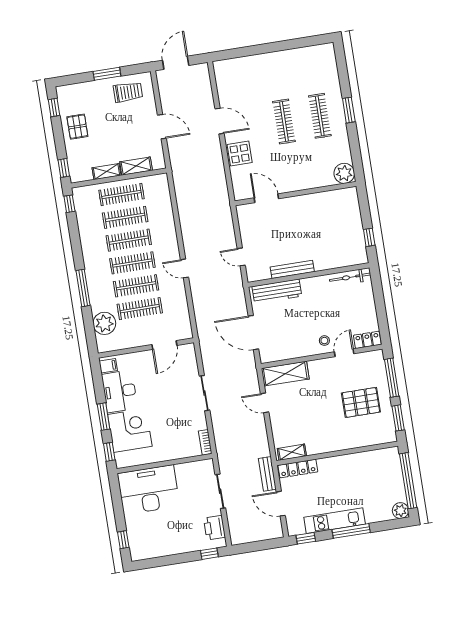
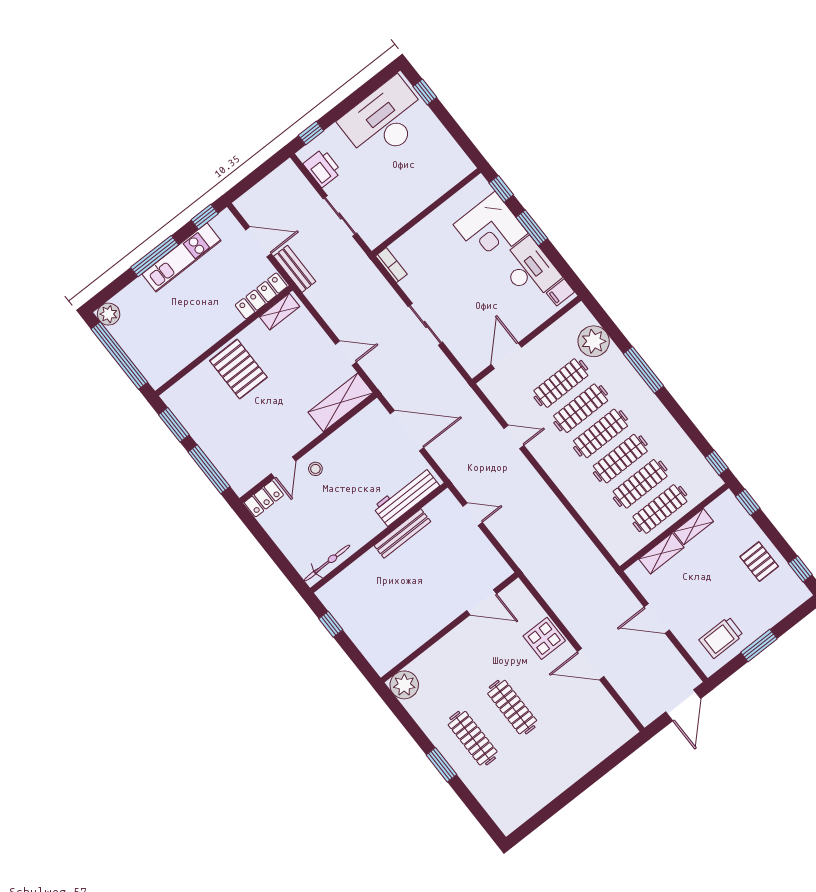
door: (185, 268) -> (514, 437), moved
pallet: (361, 402) -> (238, 369), moved, turned 90
desk: (149, 490) -> (385, 120), moved, turned 180

